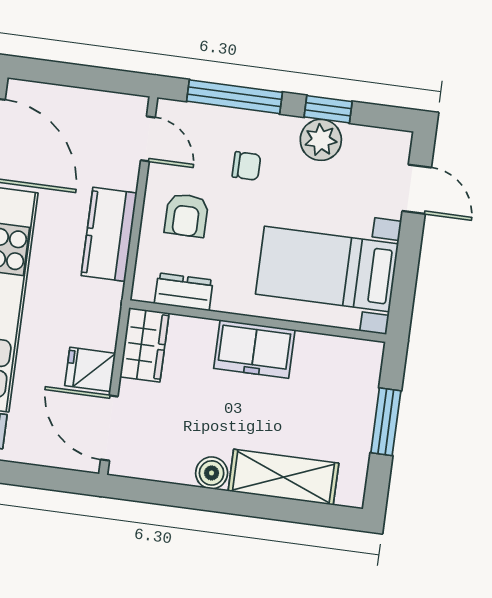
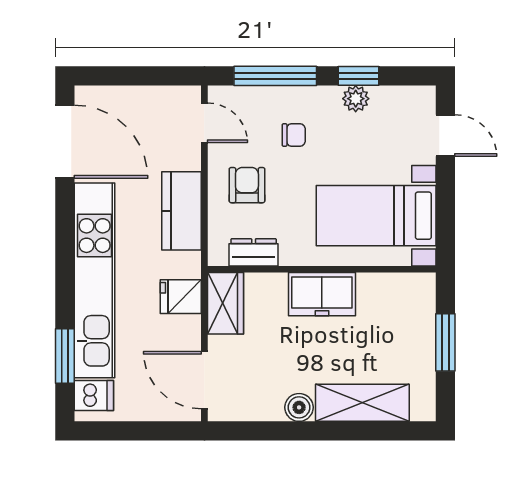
plant: (321, 140) -> (356, 99), width x0.73, depth x0.73
armchair: (186, 215) -> (247, 185), turned 180
fridge: (90, 369) -> (181, 297), moved

